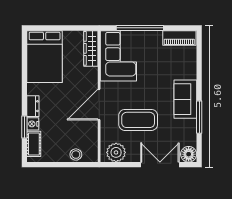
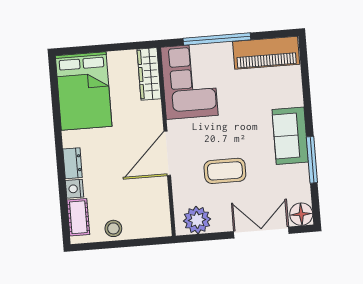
piano: (179, 38) -> (266, 53), width x1.37, depth x1.33
coffee table: (138, 120) -> (225, 171), width x0.73, depth x0.76
window: (24, 127) -> (63, 194), removed
stool: (76, 155) -> (113, 228), moved

